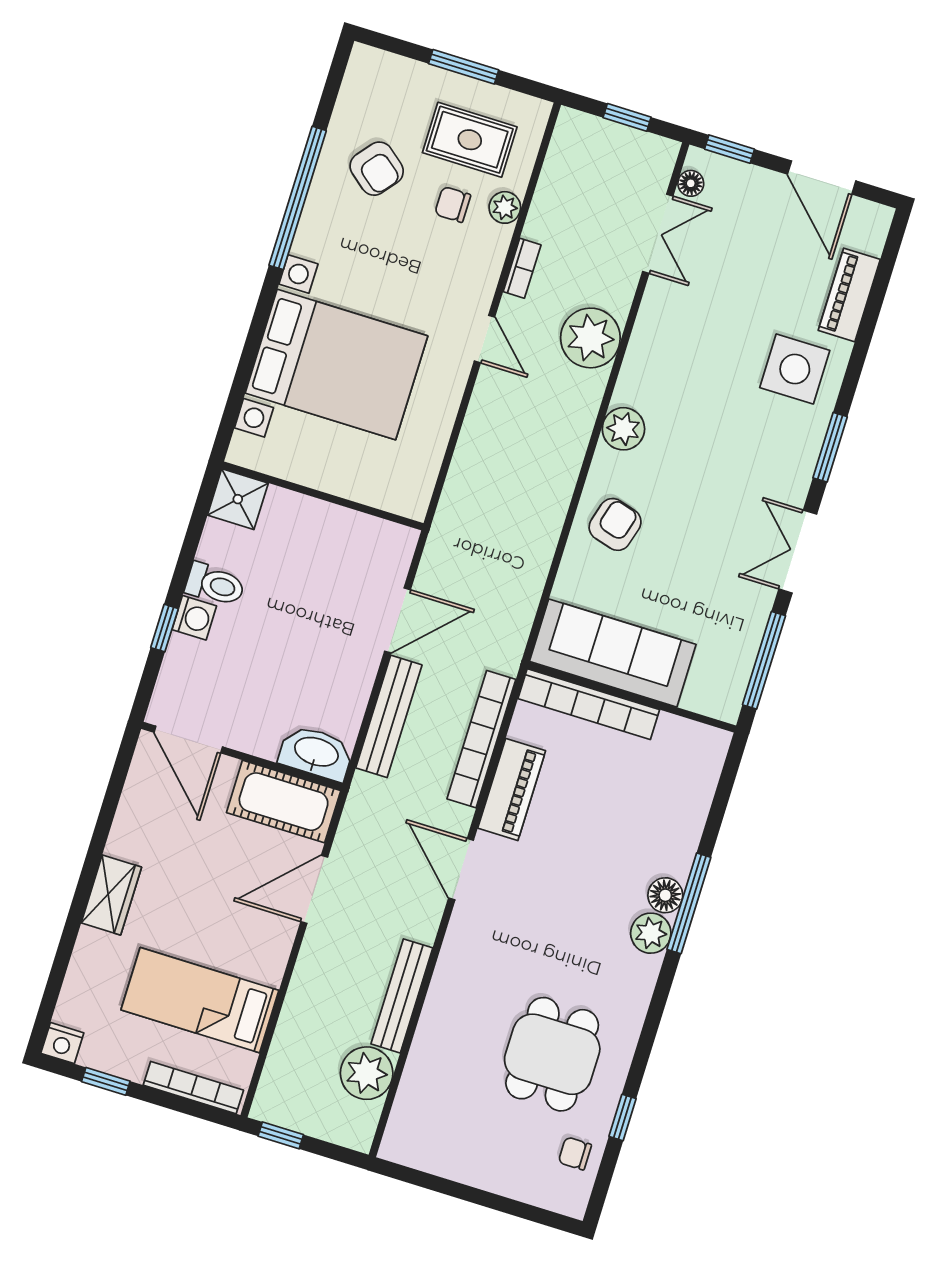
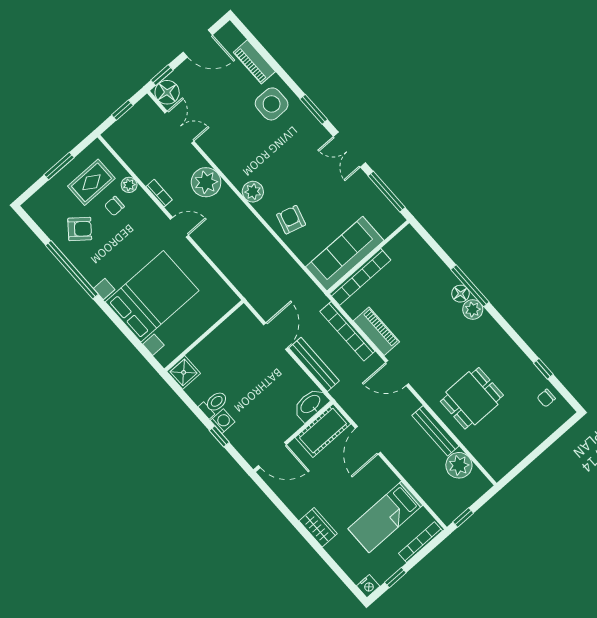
floor lamp: (691, 183) -> (167, 92), width x1.89, depth x1.89
dining table: (552, 1054) -> (472, 398), moved, turned 90

